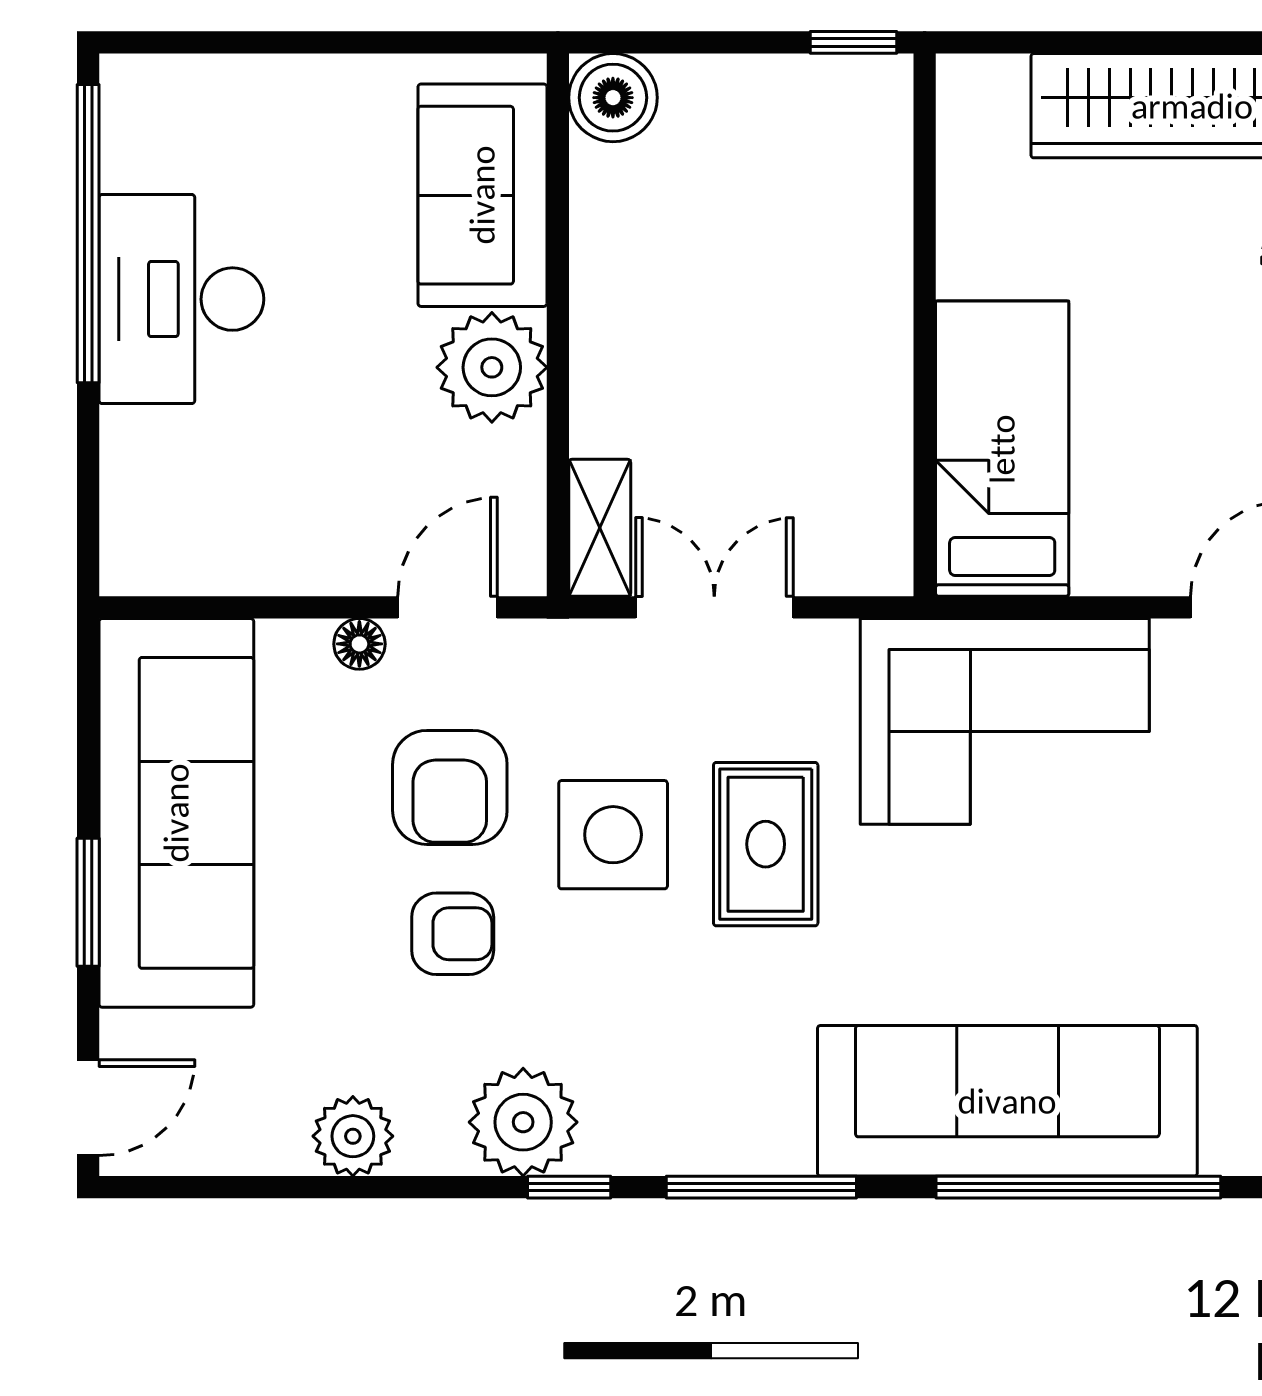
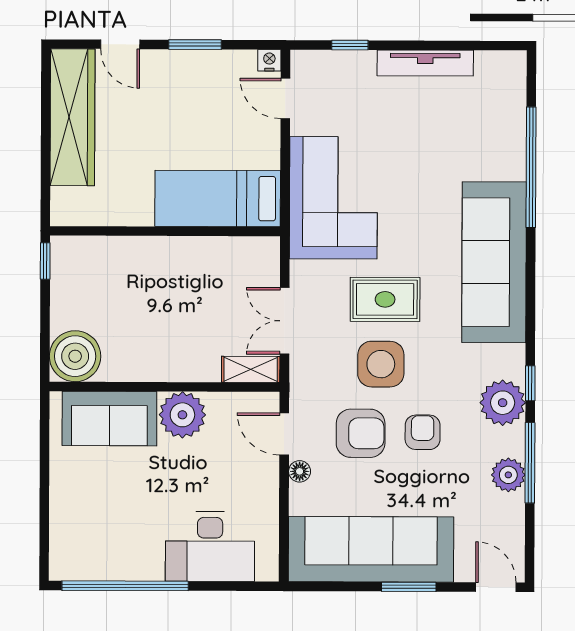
boiler: (613, 98) -> (75, 356), width x1.37, depth x1.37
desk: (181, 299) -> (210, 547), moved
sofa: (1007, 1101) -> (494, 262), moved
window: (761, 1187) -> (530, 463), moved

